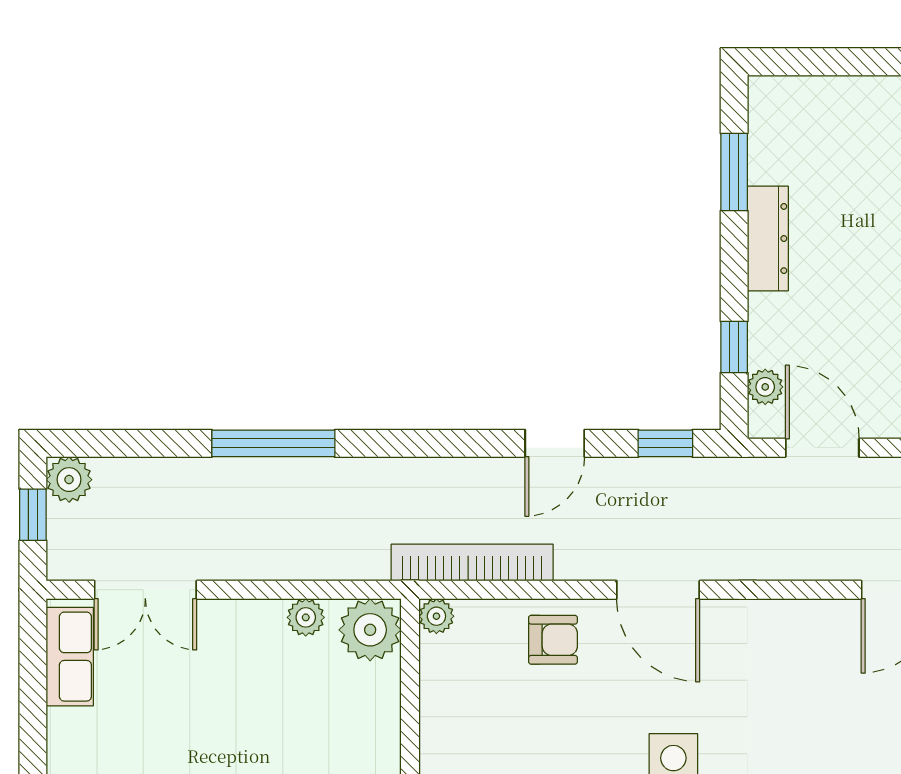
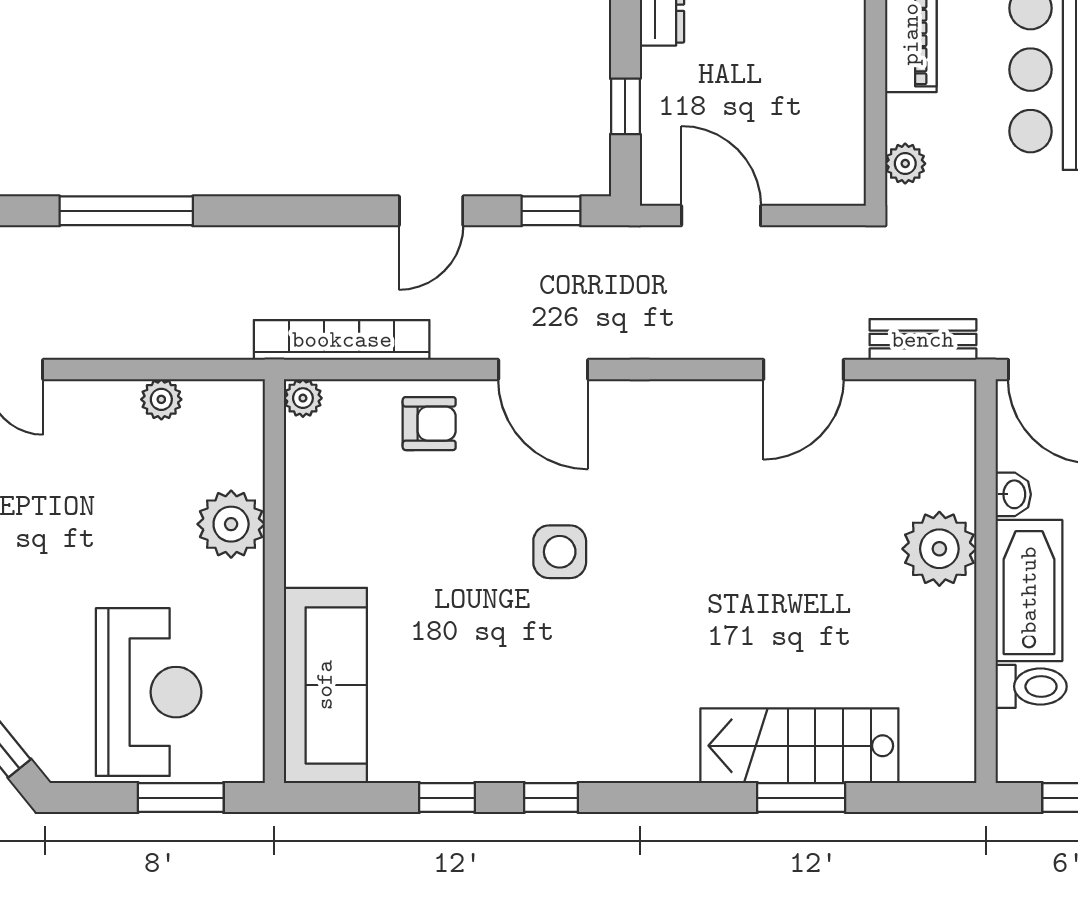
plant: (765, 387) -> (659, 150), removed
plant: (370, 630) -> (231, 524), moved

